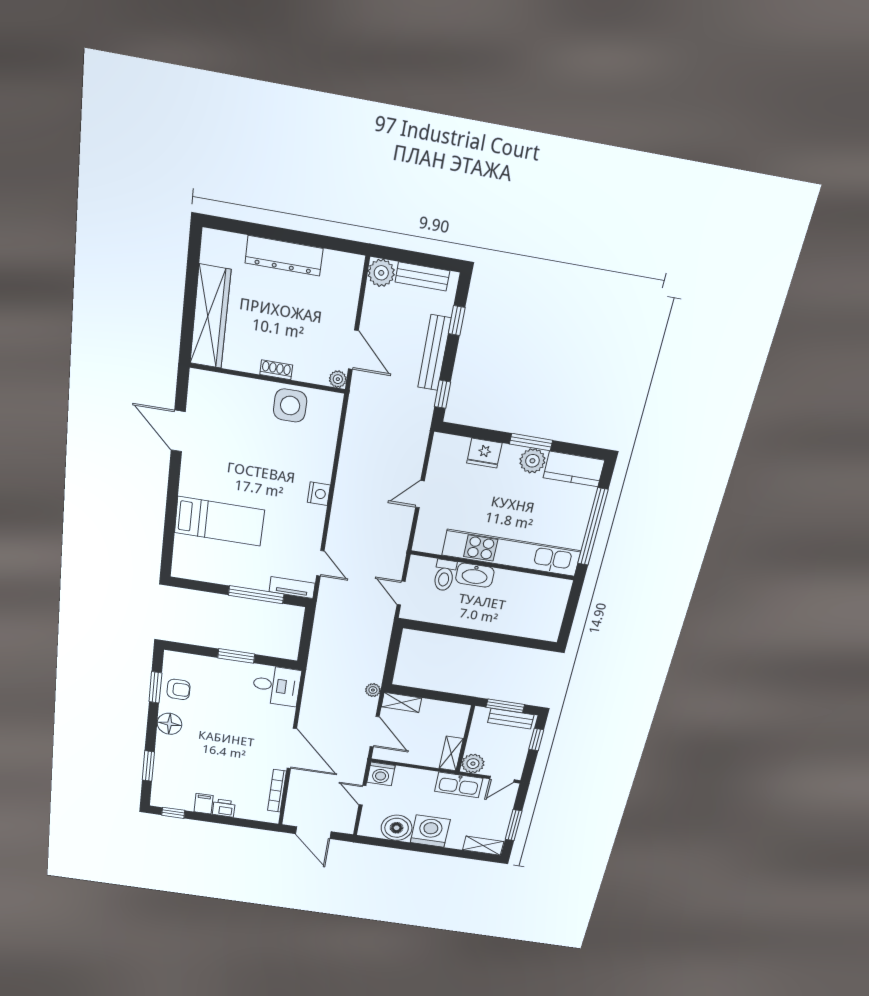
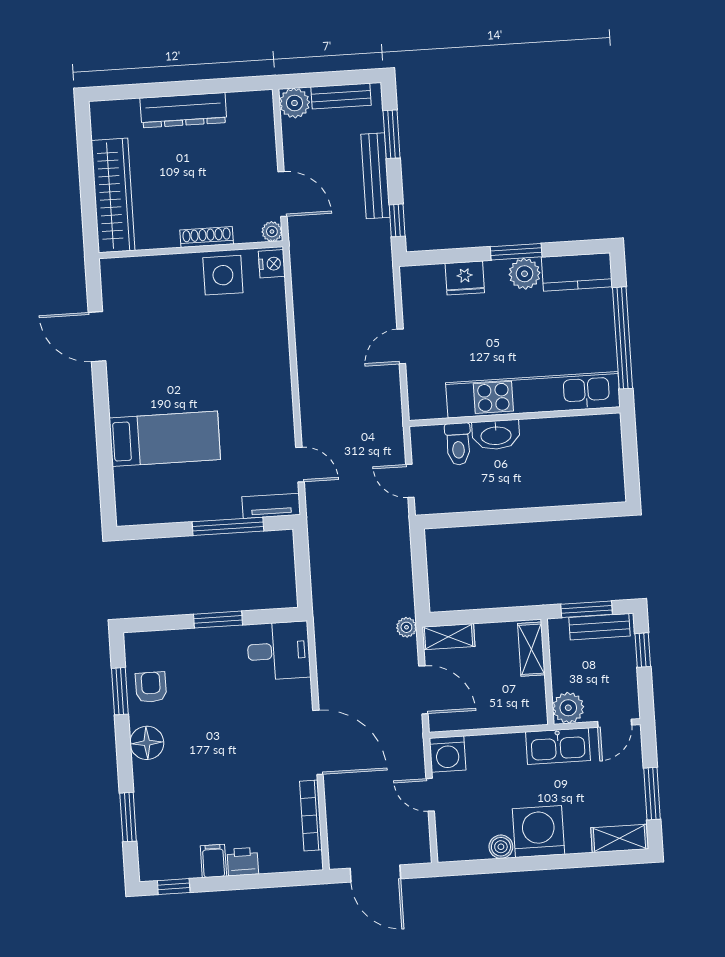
window: (457, 321) -> (392, 134), width x1.50
shoe rack: (276, 370) -> (207, 237), width x1.43
nightstand: (319, 494) -> (272, 264), moved
armchair: (179, 689) -> (151, 687), turned -90
shelving: (451, 754) -> (531, 649), moved
boiler: (397, 828) -> (501, 847), width x0.54, depth x0.54

